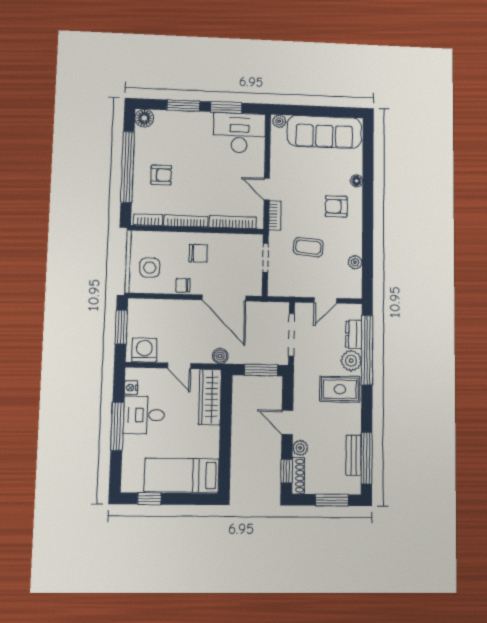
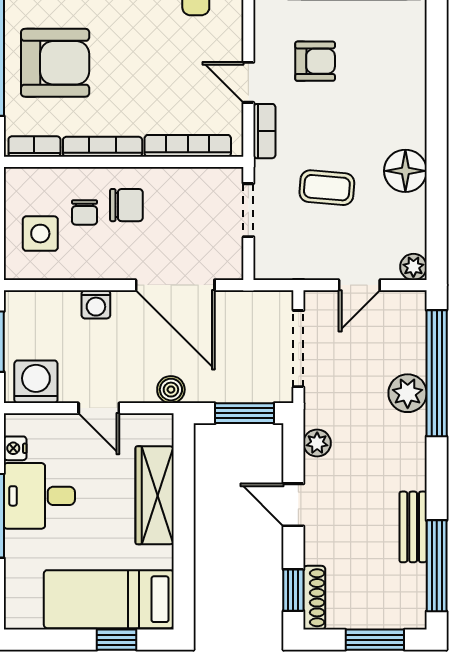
armchair: (161, 175) -> (55, 63), width x1.88, depth x1.88
floor lamp: (357, 181) -> (405, 171), moved, width x1.89, depth x1.89
armchair: (336, 206) -> (315, 61), moved, turned 180
plant: (355, 262) -> (413, 267), moved
chair: (183, 285) -> (85, 212), moved, turned -89
washing machine: (180, 307) -> (96, 304), added
dresser: (354, 334) -> (412, 346), removed
rug: (340, 389) -> (387, 445), removed
wardrobe: (210, 397) -> (155, 495), moved
plant: (300, 448) -> (317, 443), moved
bench: (354, 455) -> (413, 527), moved
window: (149, 499) -> (117, 640), moved

